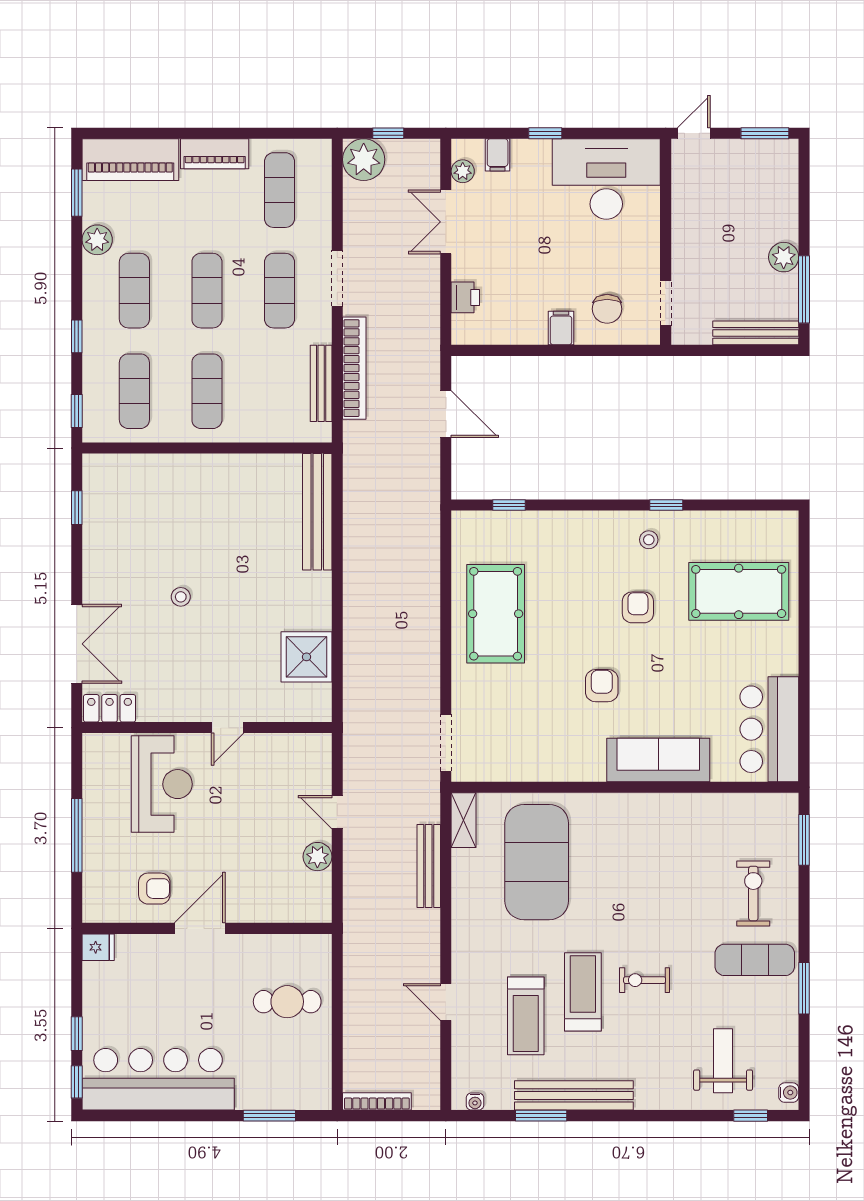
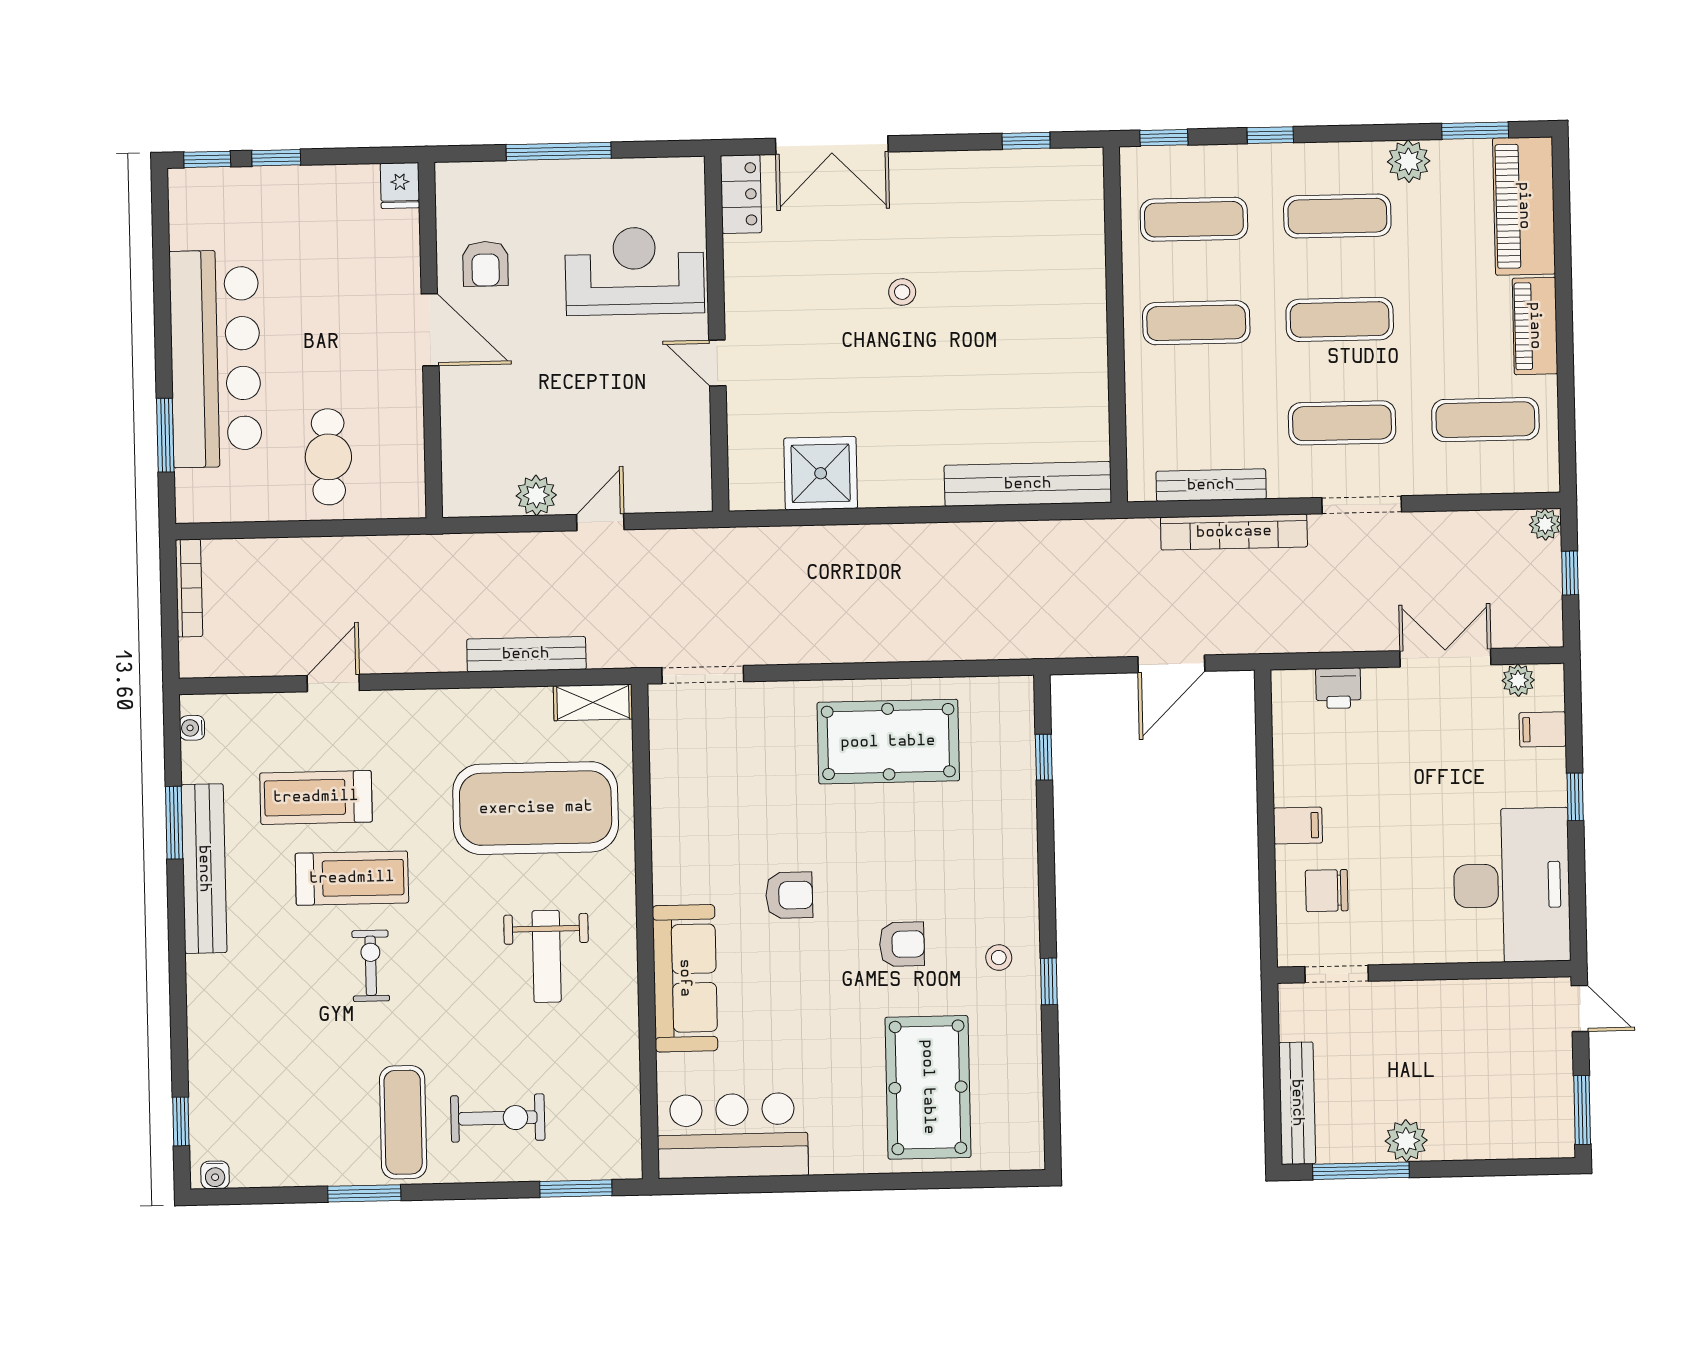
plant: (364, 160) -> (1545, 524), width x0.53, depth x0.53
reception desk: (162, 784) -> (635, 271), turned 180
weight bench: (723, 1061) -> (547, 956), moved, turned 90
bar counter: (158, 1079) -> (215, 359), moved

